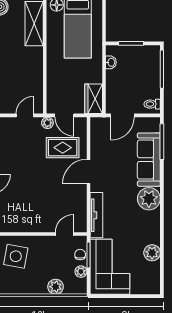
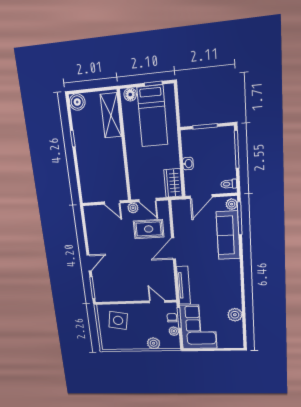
washbasin: (111, 62) -> (188, 164), moved
door: (25, 115) -> (112, 202), swing flipped
plant: (149, 199) -> (232, 204), moved, width x0.53, depth x0.53
door: (64, 234) -> (157, 302), hinge flipped

